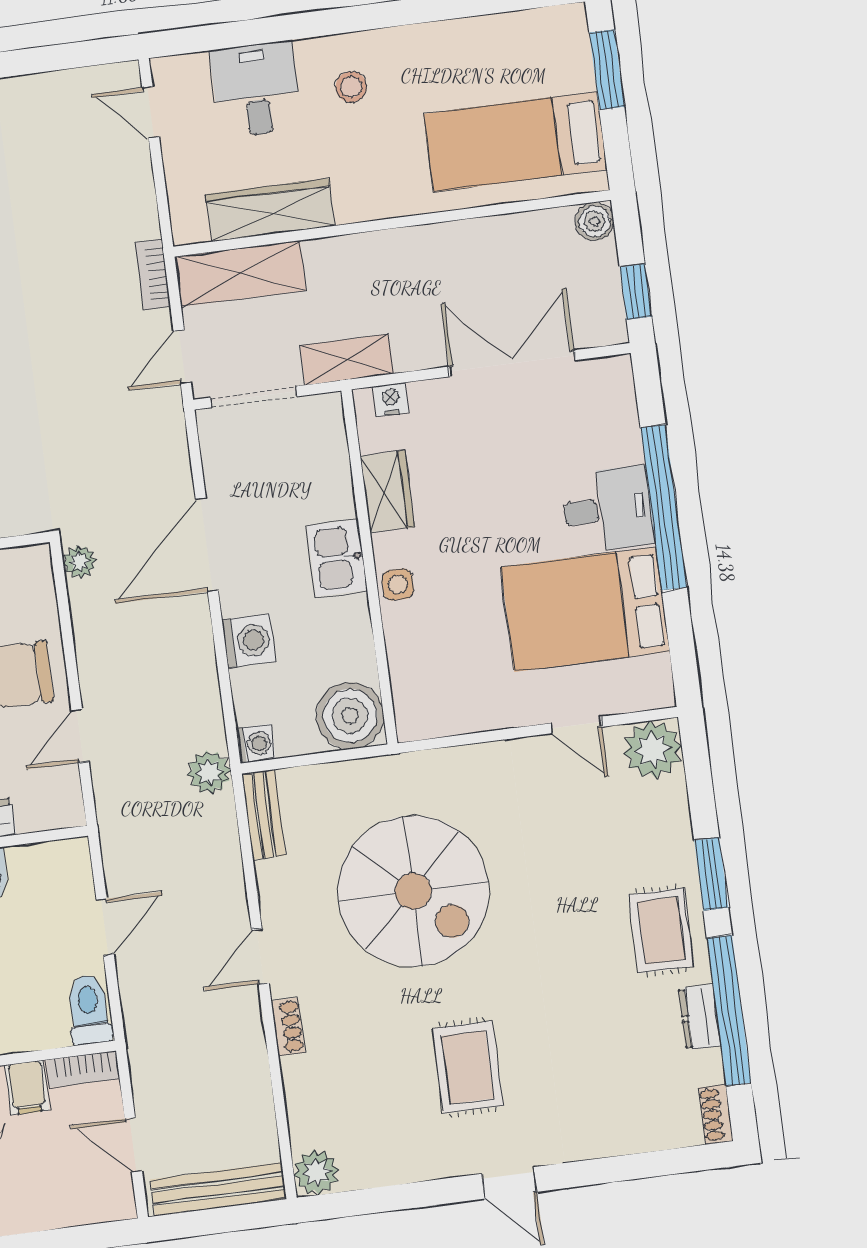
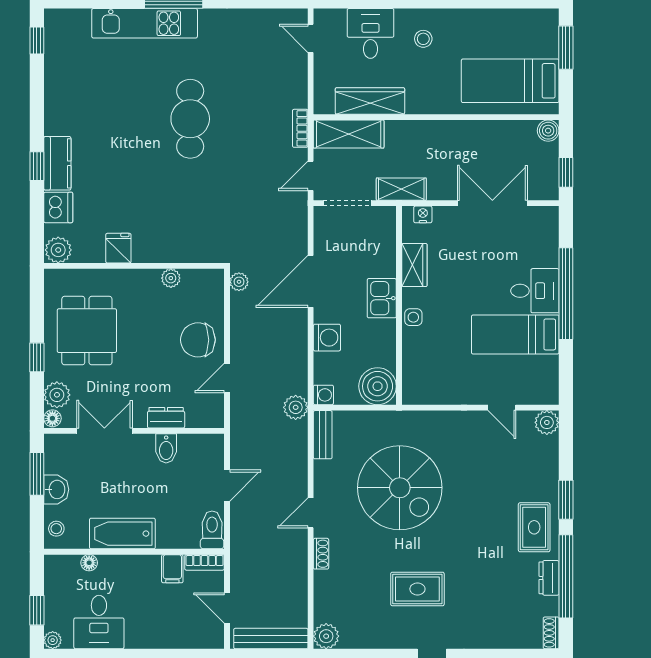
bed: (585, 609) -> (515, 334), width x0.67
plant: (653, 750) -> (547, 422), width x0.73, depth x0.73
rug: (468, 1067) -> (417, 589), turned 90

